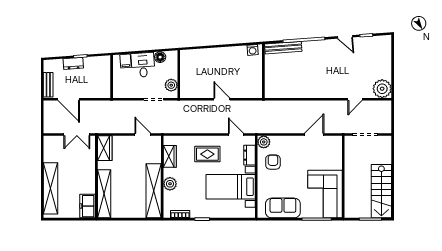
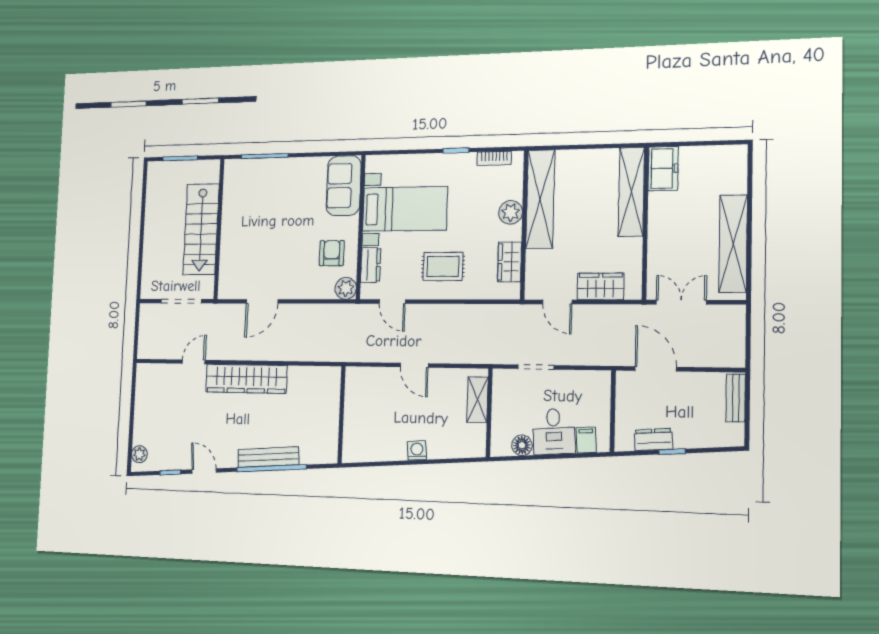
bench: (283, 48) -> (268, 457), moved
washing machine: (253, 50) -> (417, 451), moved
dresser: (73, 63) -> (653, 440), moved
shelving: (185, 81) -> (477, 400), added
plant: (171, 85) -> (503, 393), removed
plant: (382, 89) -> (139, 454), moved, width x0.53, depth x0.53
wardrobe: (322, 90) -> (246, 379), added
door: (69, 99) -> (656, 369), moved
wardrobe: (105, 148) -> (601, 286), moved, turned 90
armchair: (273, 162) -> (332, 253), turned 180
shelving: (50, 188) -> (733, 244), moved
stairs: (381, 191) -> (201, 229), moved, turned 180
corner sofa: (325, 194) -> (249, 199), removed
sofa: (283, 208) -> (344, 186), moved, turned 90

